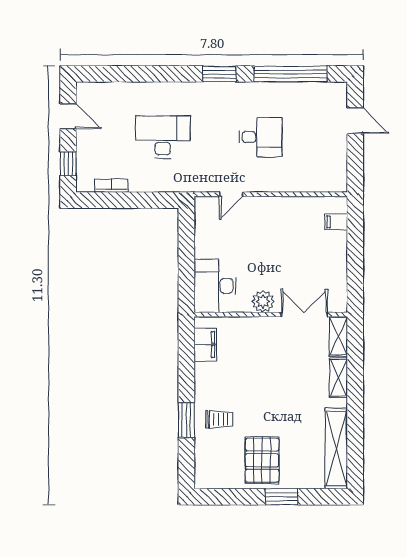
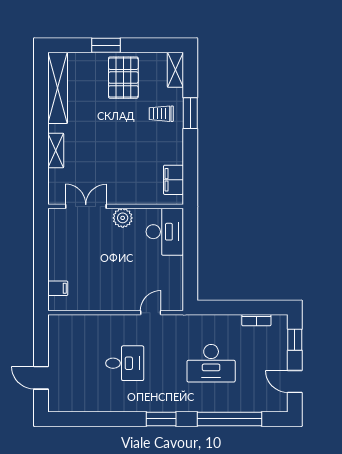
window: (291, 74) -> (229, 419), moved
desk: (260, 137) -> (125, 363), turned 180
double door: (304, 314) -> (86, 206), swing flipped
shelving: (338, 336) -> (175, 70), moved

